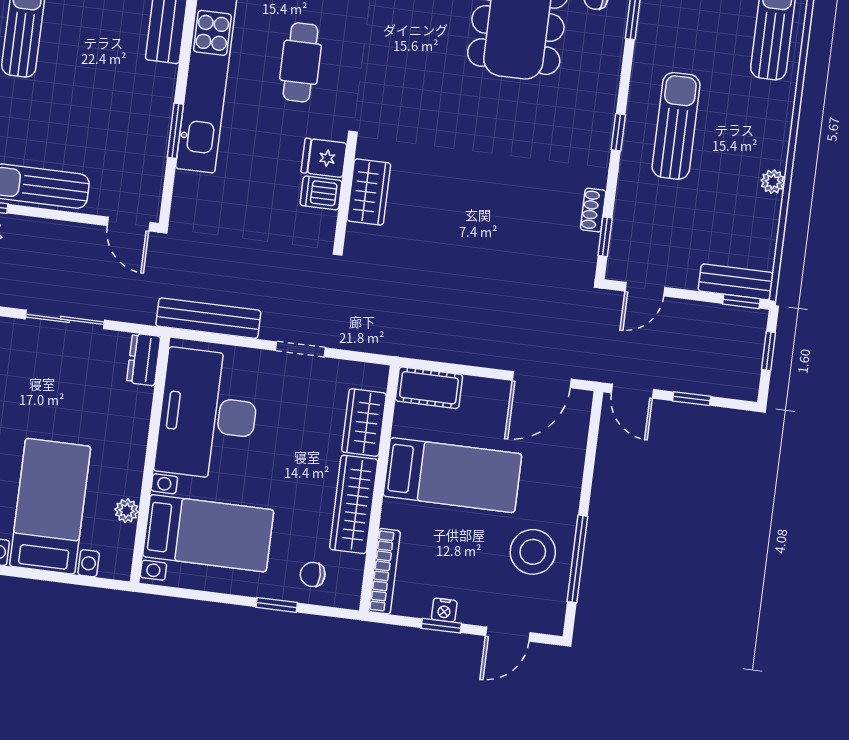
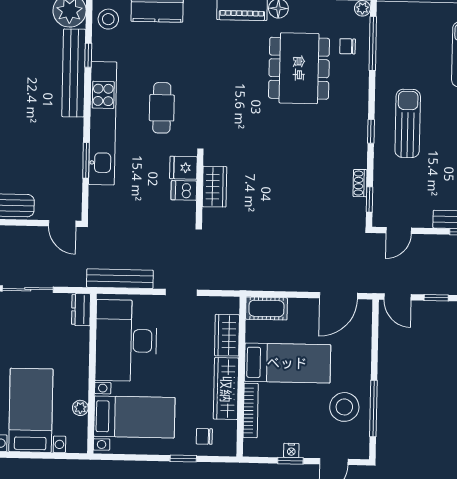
bookcase: (384, 571) -> (251, 410), moved

